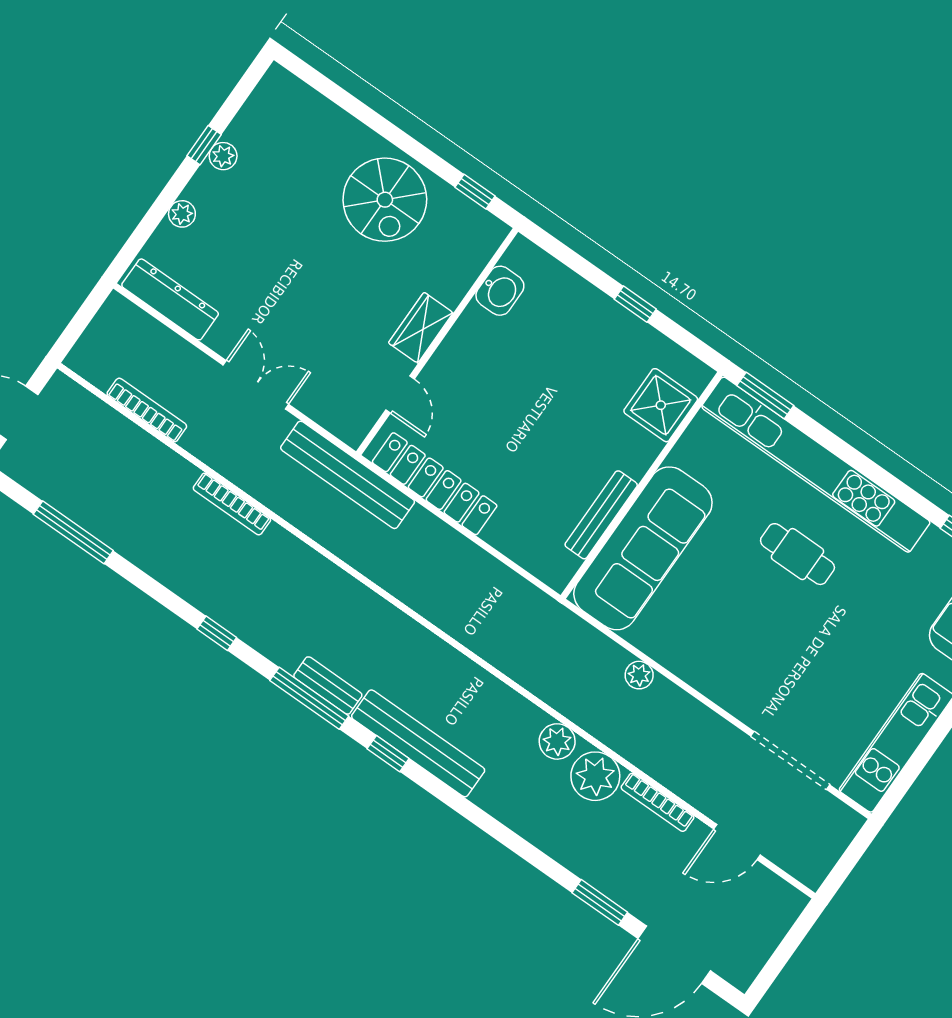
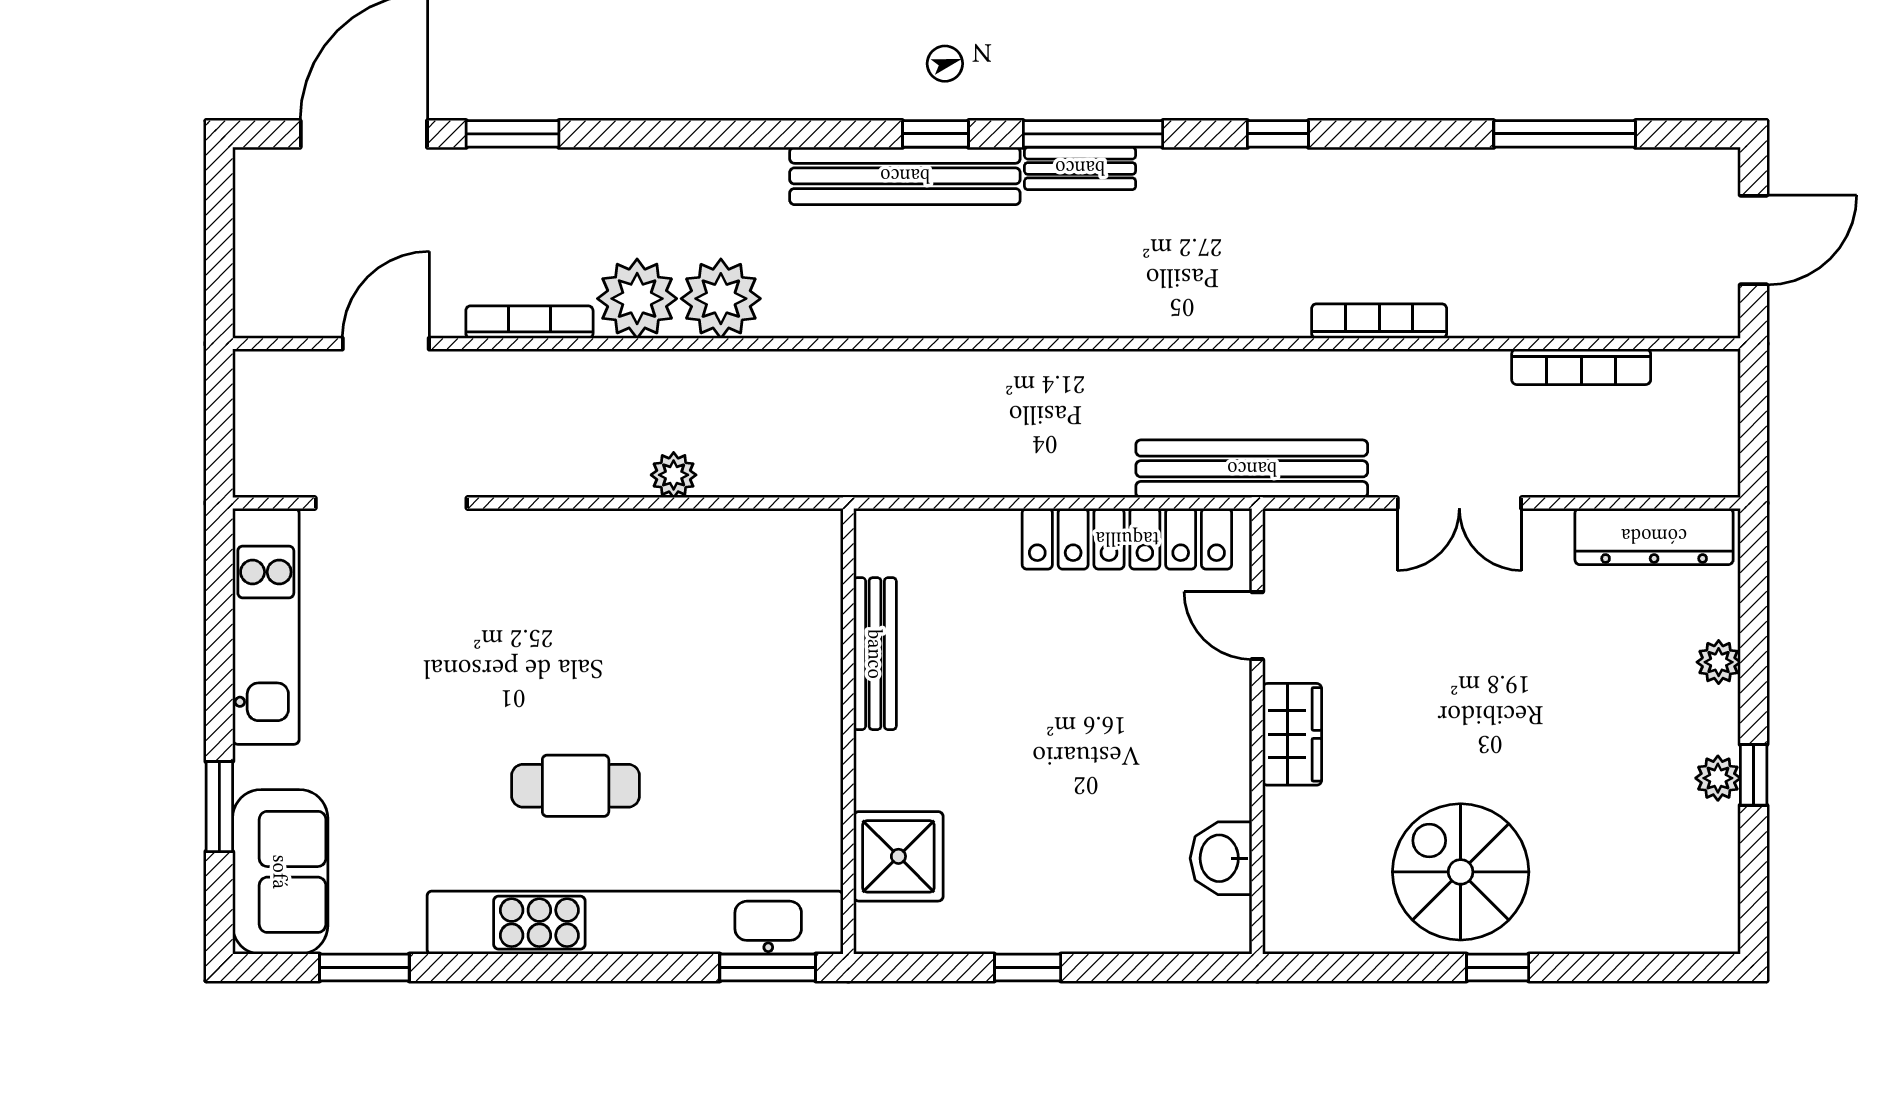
window: (475, 192) -> (1498, 967), moved
sofa: (643, 548) -> (788, 648), removed
plant: (557, 741) -> (721, 299), width x1.36, depth x1.36

